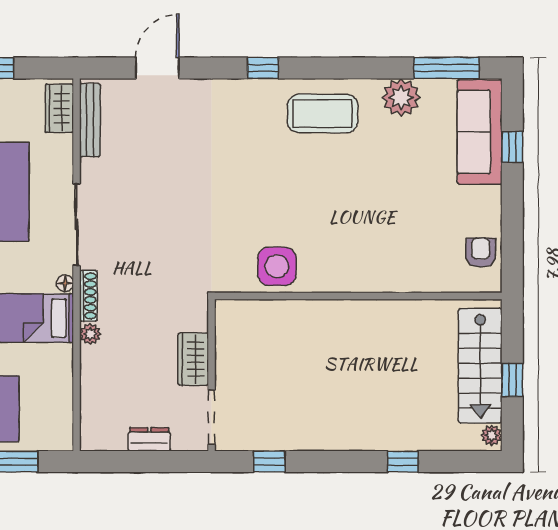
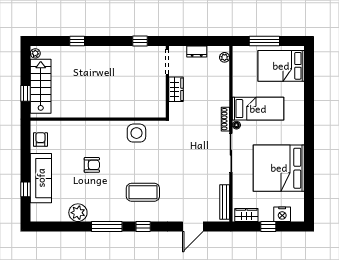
window: (446, 68) -> (107, 227), moved
wardrobe: (59, 108) -> (246, 215), moved, turned -90
coffee table: (323, 114) -> (143, 192), moved
sofa: (480, 132) -> (41, 178), moved
armchair: (372, 199) -> (92, 165), added
armchair: (481, 253) -> (40, 139), turned 180
plant: (90, 334) -> (225, 57), moved
window: (512, 380) -> (26, 93), moved

